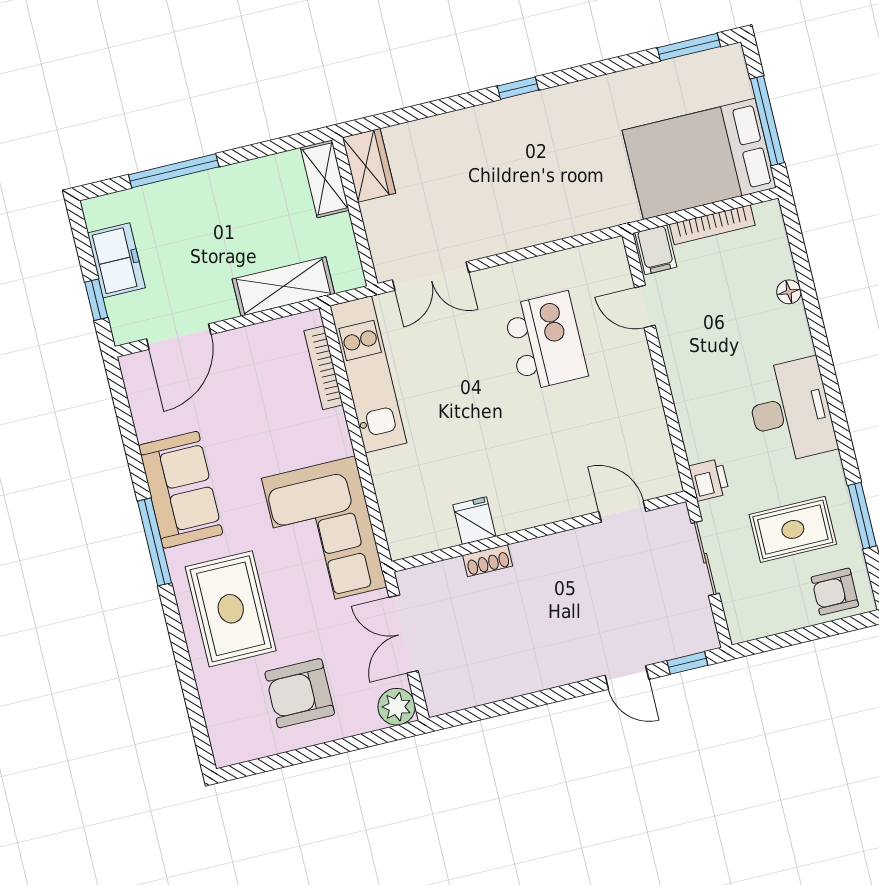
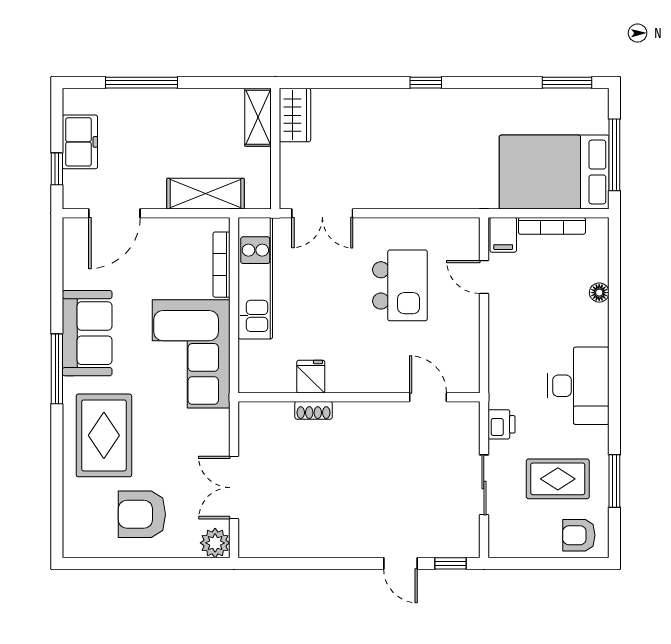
door: (622, 511) -> (428, 397), moved
fridge: (474, 521) -> (311, 377), moved
wall: (539, 532) -> (359, 397), moved
corner sofa: (324, 533) -> (191, 354), moved
shoe rack: (488, 561) -> (314, 410), moved

